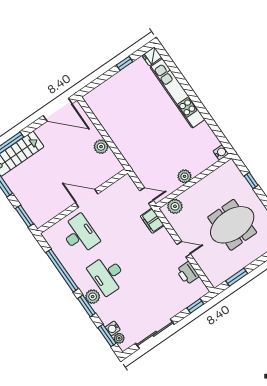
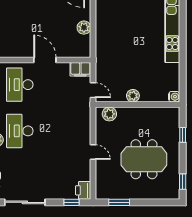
filing cabinet: (152, 221) -> (80, 69), moved, turned -90
desk: (80, 235) -> (20, 85), turned 180
printer: (188, 273) -> (83, 190), moved

